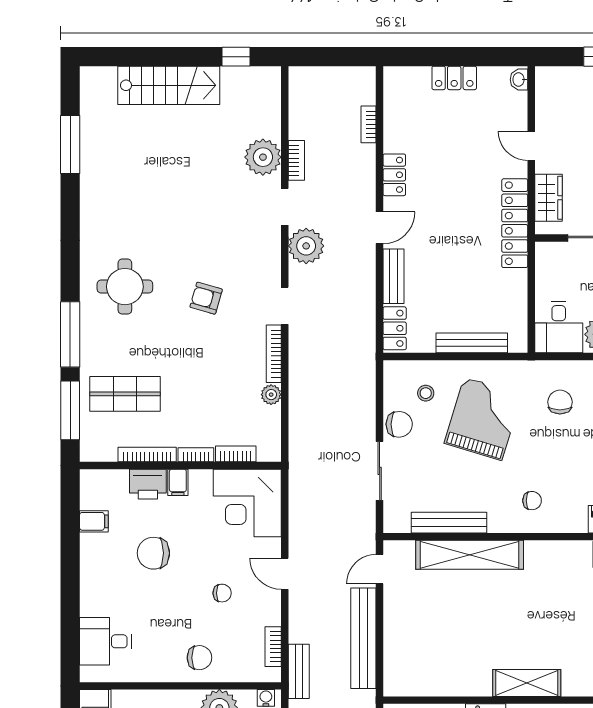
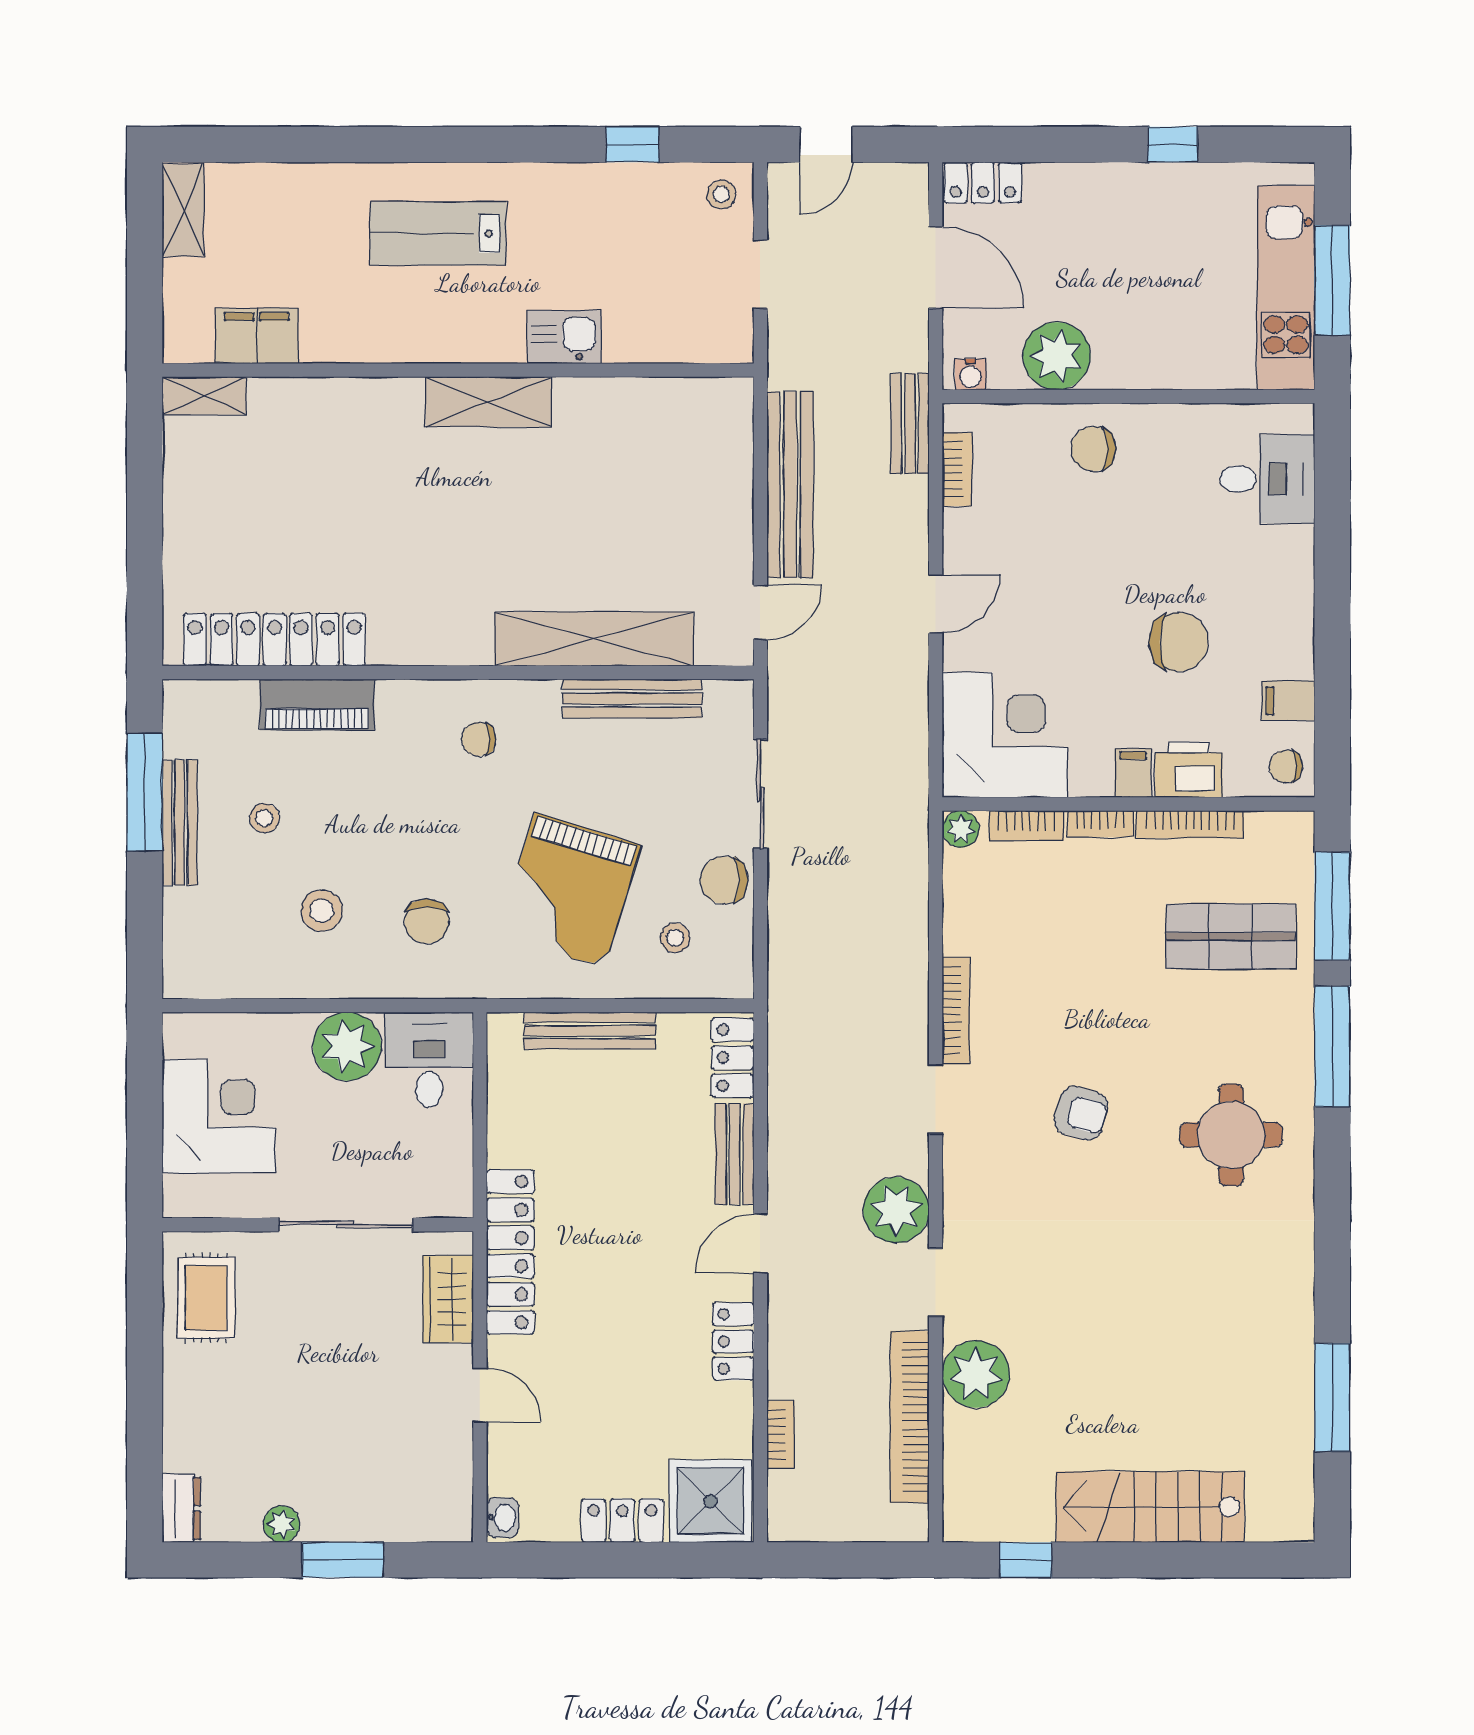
shower: (407, 88) -> (710, 1501), added
bookcase: (296, 160) -> (910, 1417), width x2.31, depth x1.31
plant: (271, 395) -> (961, 829), moved
door: (285, 574) -> (936, 604), hinge flipped
chair: (222, 593) -> (1286, 766), moved

